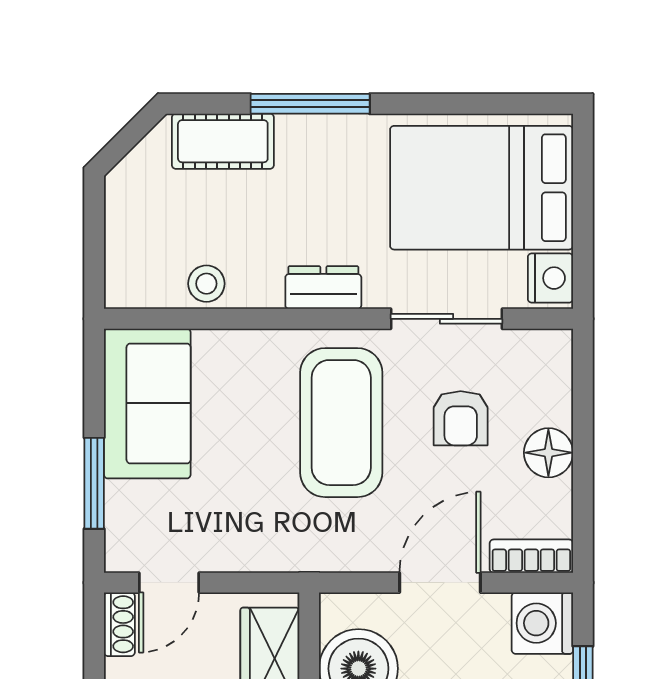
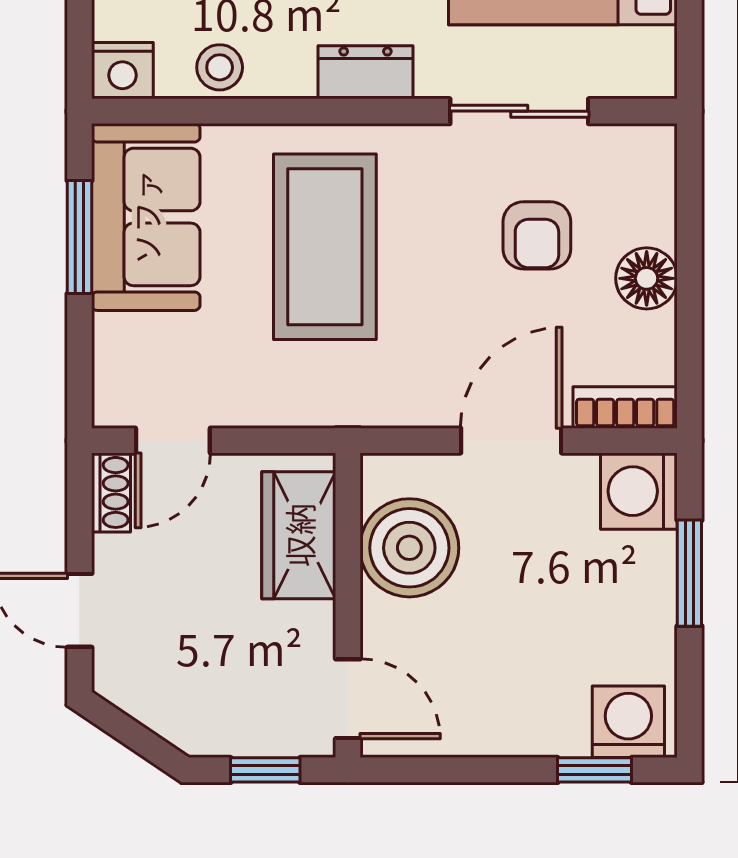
nightstand: (550, 278) -> (122, 71), moved, turned 90
coffee table: (341, 423) -> (325, 247), moved
window: (94, 483) -> (79, 237), moved

